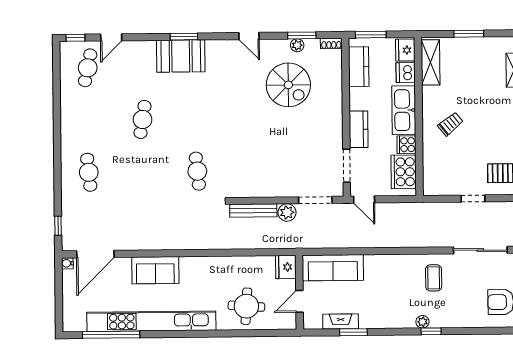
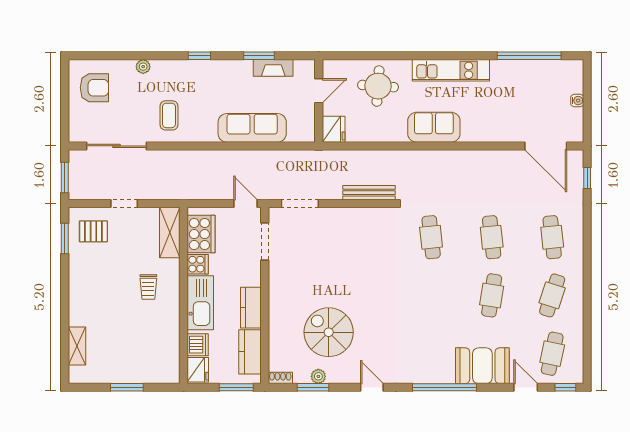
door: (111, 37) -> (526, 387), hinge flipped
window: (184, 37) -> (445, 387), width x2.11
booth: (181, 56) -> (482, 366), moved
shelving: (431, 62) -> (170, 233), moved
cafe table: (88, 120) -> (552, 295), added
trolley: (450, 124) -> (148, 287), turned -51
kitchen counter: (359, 129) -> (251, 308), moved
cafe table: (143, 172) -> (492, 237), added
plant: (287, 212) -> (332, 190), removed
door: (95, 254) -> (546, 146), swing flipped
water cooler: (67, 263) -> (577, 101), moved
sofa: (333, 268) -> (252, 128), moved
sofa: (155, 270) -> (434, 127), moved
kitchen unit: (151, 321) -> (451, 70), width x0.54
plant: (422, 322) -> (143, 67), moved
window: (431, 331) -> (199, 56), moved

